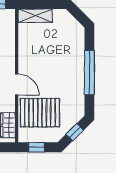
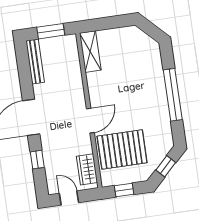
shelving: (35, 16) -> (90, 52), moved, turned 90
door: (17, 84) -> (90, 121), hinge flipped

